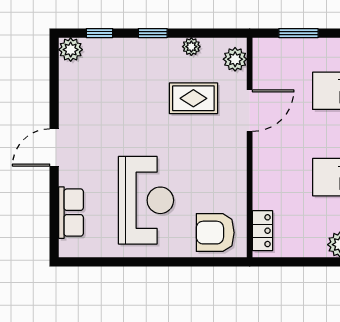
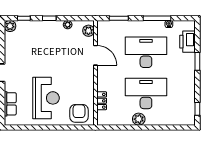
rug: (193, 98) -> (69, 49), removed
door: (250, 111) -> (95, 55), hinge flipped
locker: (263, 231) -> (102, 101), moved
armchair: (215, 233) -> (79, 113), turned 90

